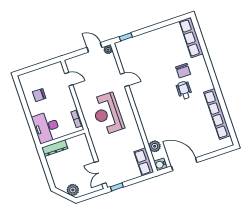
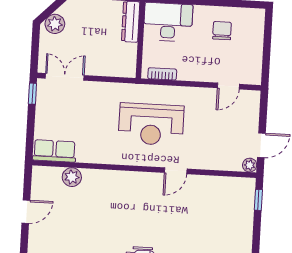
door: (125, 80) -> (176, 171), moved
reception desk: (107, 114) -> (151, 124), turned 180
water cooler: (160, 164) -> (40, 175), removed
door: (184, 164) -> (26, 212), width x0.53

